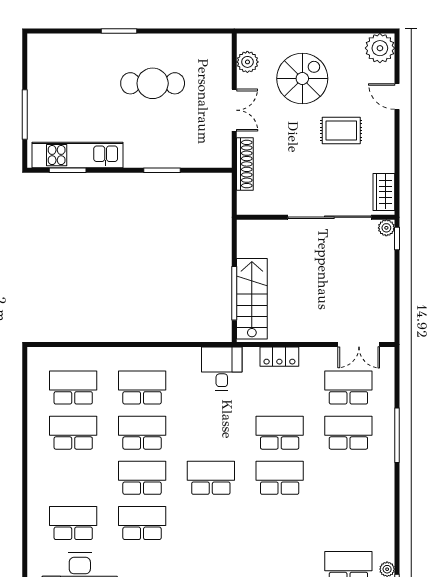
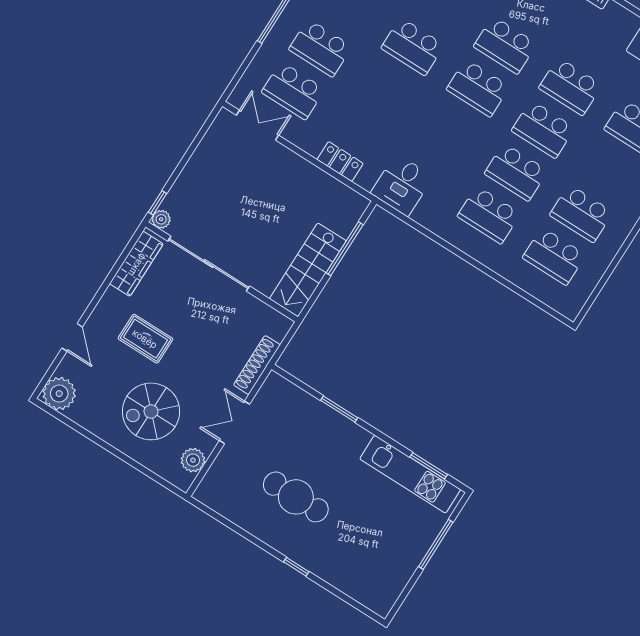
window: (119, 31) -> (296, 567), width x0.67
wardrobe: (384, 192) -> (136, 264), width x1.50
stairs: (252, 299) -> (308, 270), moved
school desk: (280, 433) -> (505, 45), moved

